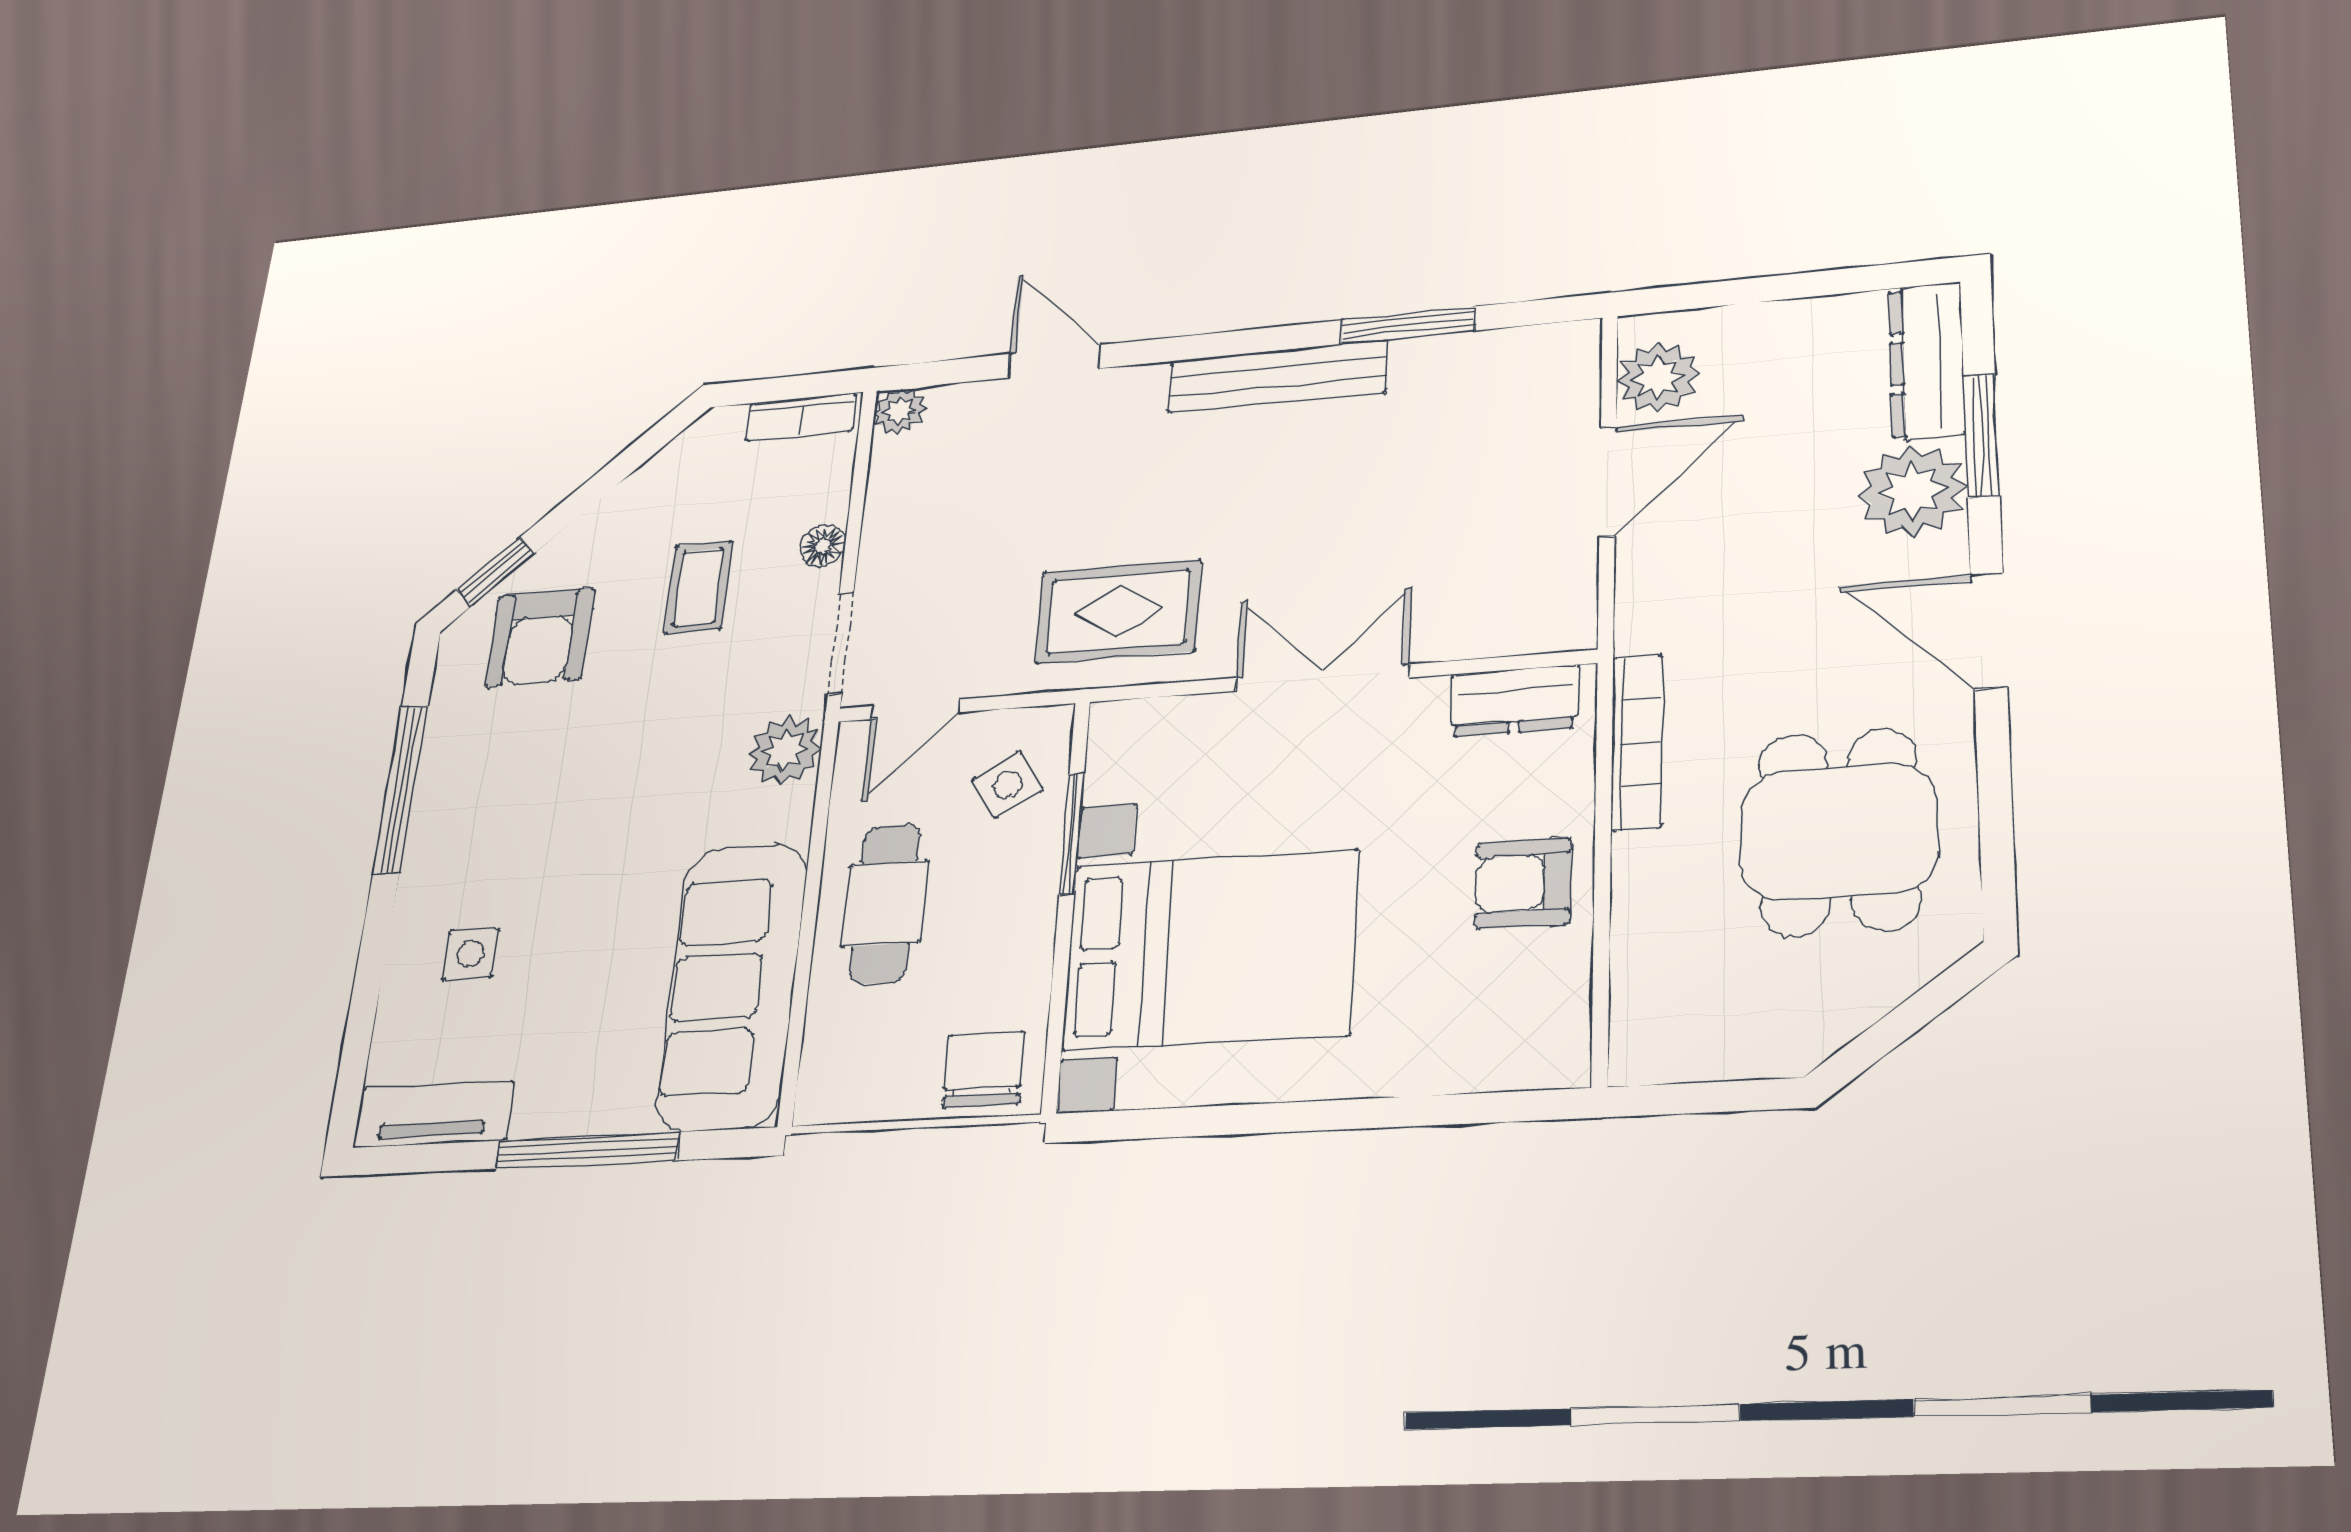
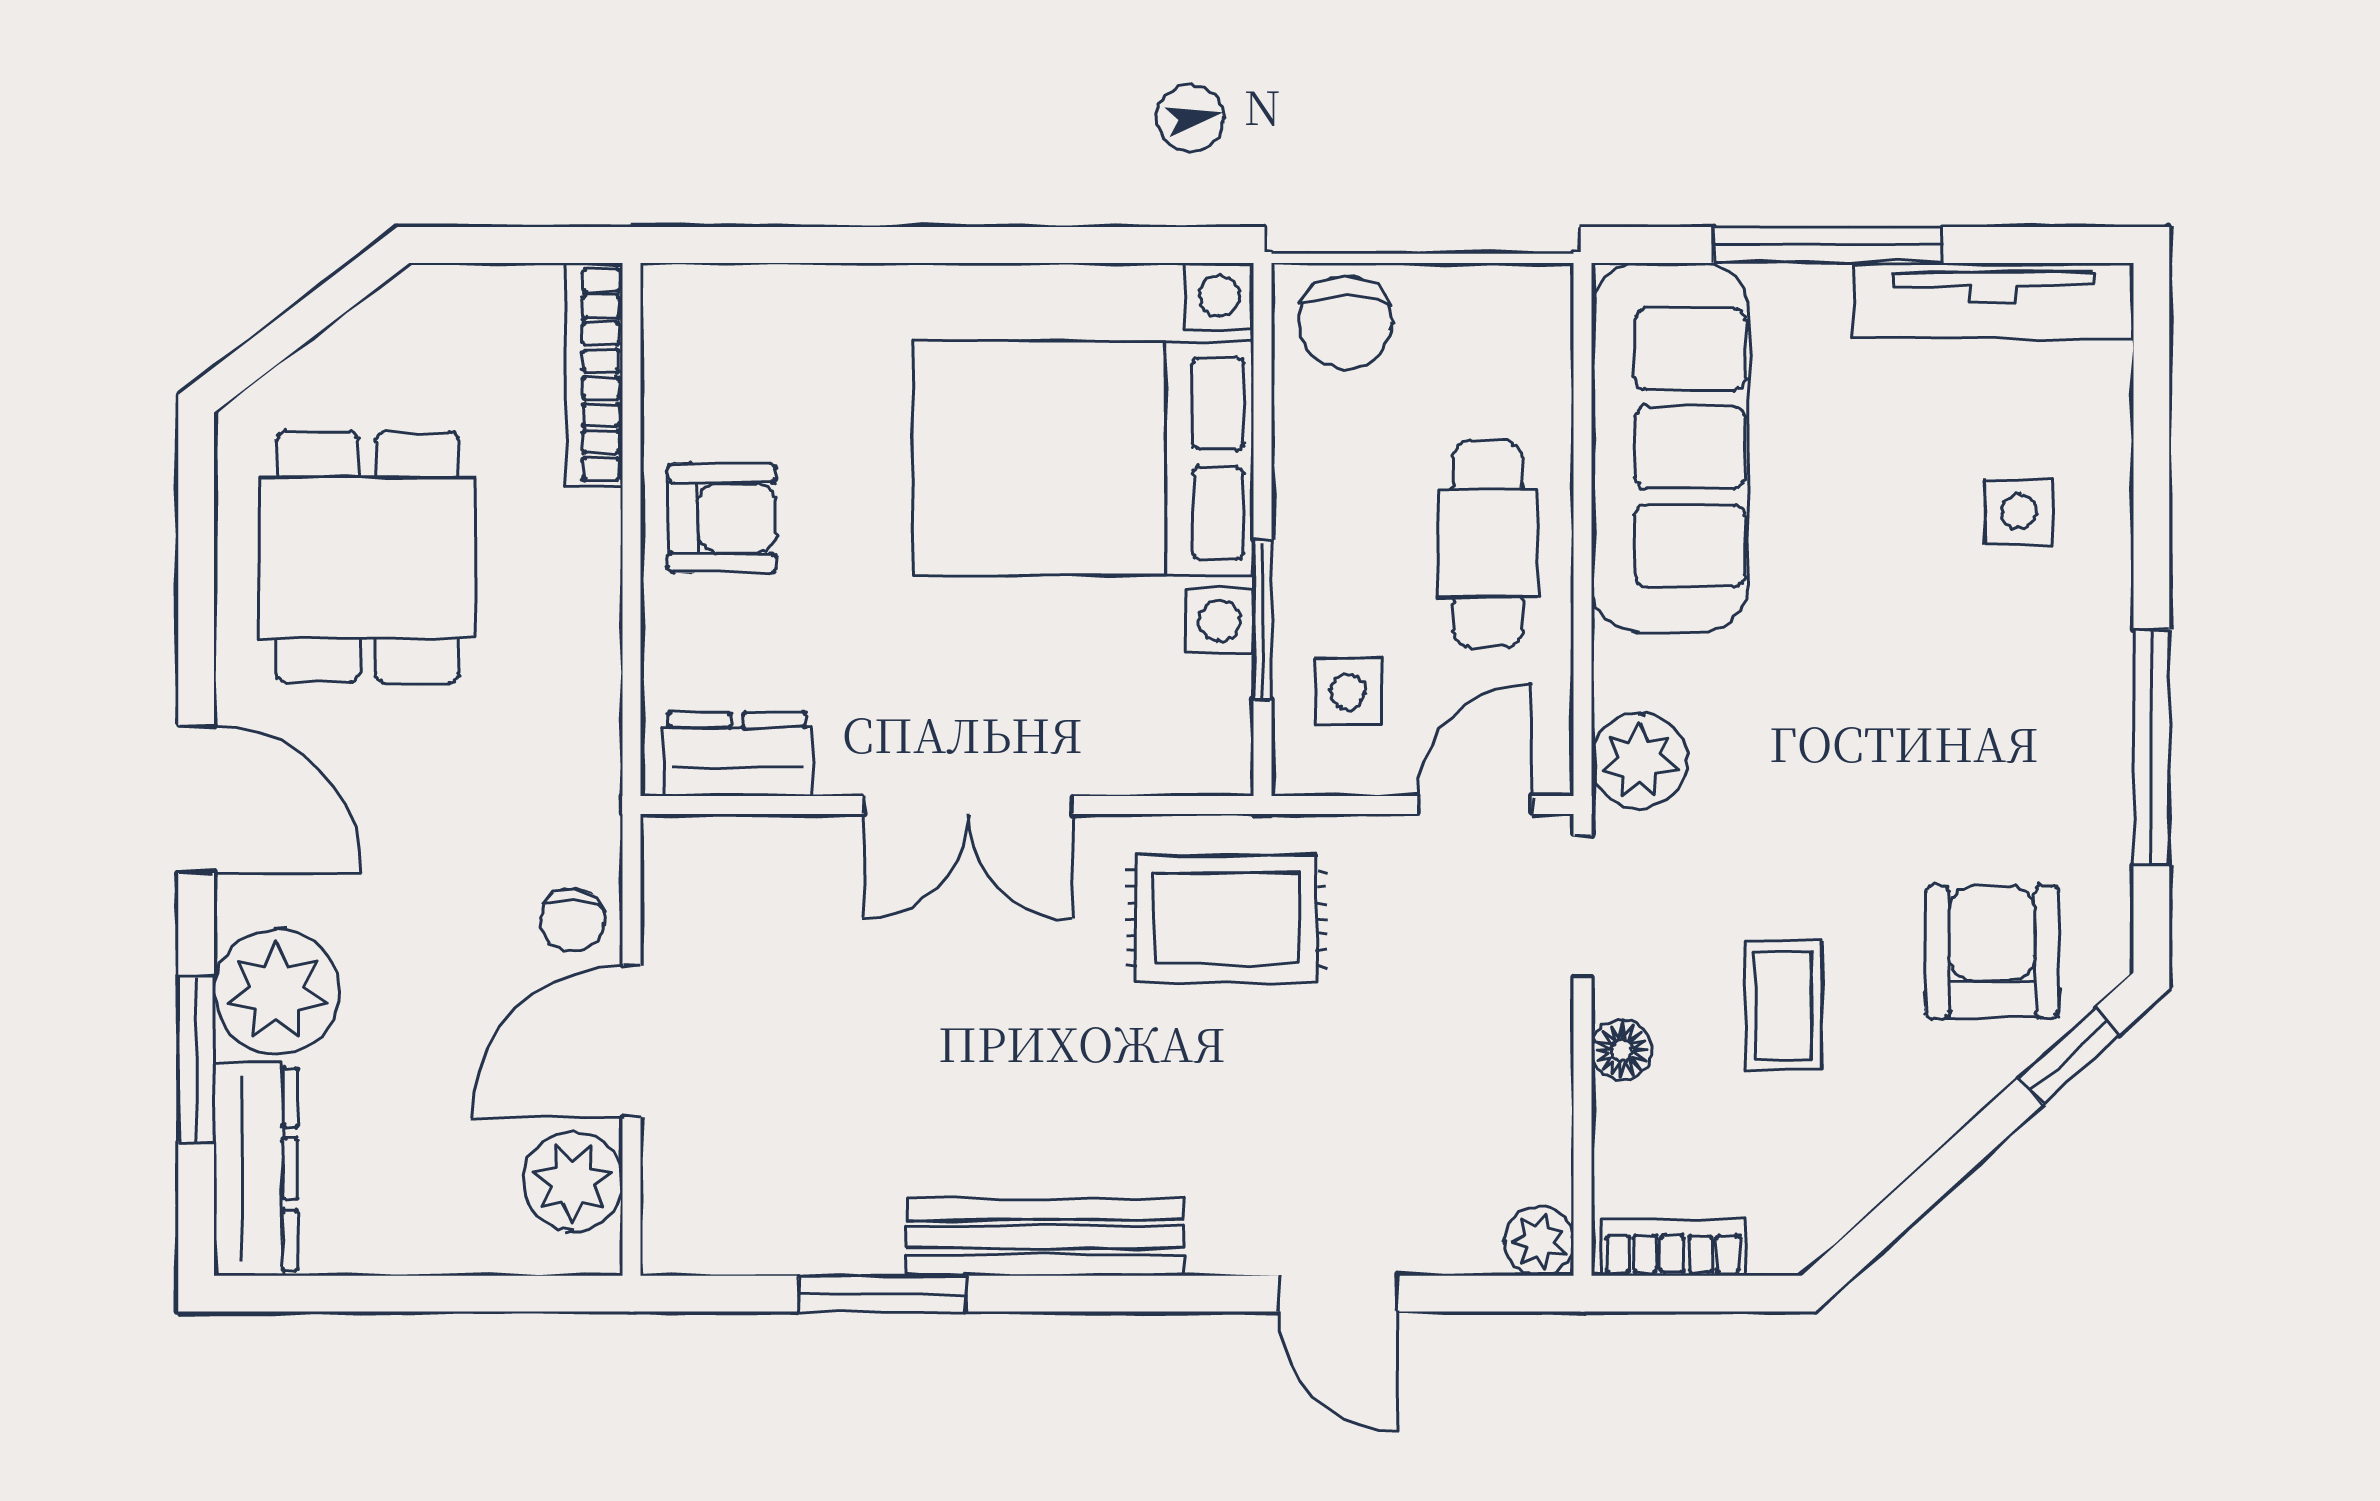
chair: (1657, 566) -> (573, 920), added
bookcase: (1637, 742) -> (594, 375), moved
side table: (1008, 785) -> (1348, 692), turned 31
tv unit: (433, 1114) -> (1993, 301), width x1.41

